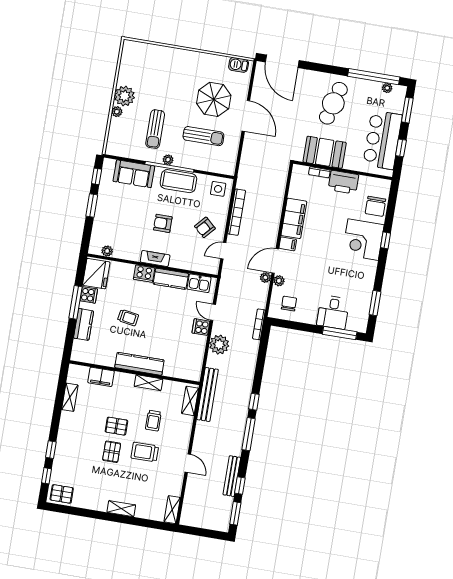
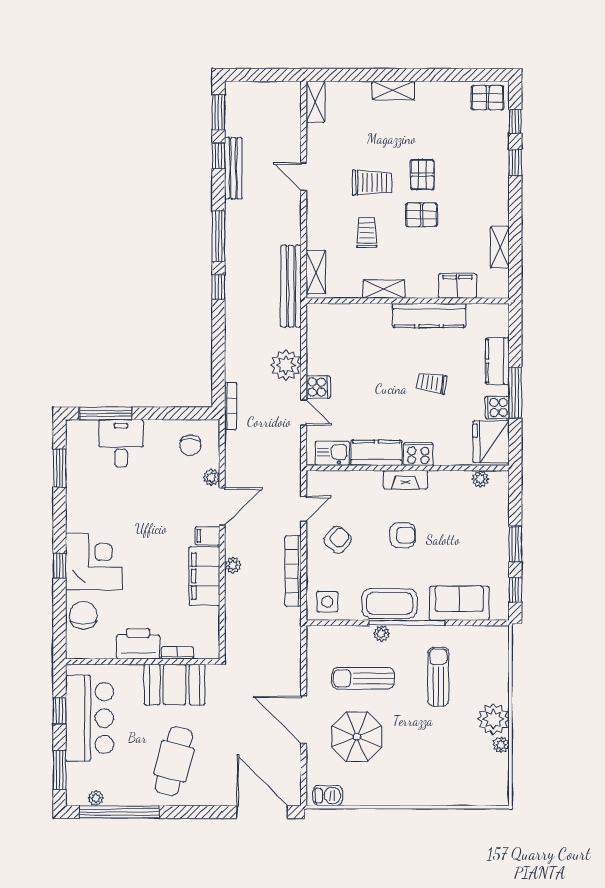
plant: (117, 112) -> (501, 745), moved
plant: (168, 160) -> (381, 633), moved
plant: (265, 277) -> (233, 565), moved
kitchen counter: (139, 364) -> (429, 316), moved

